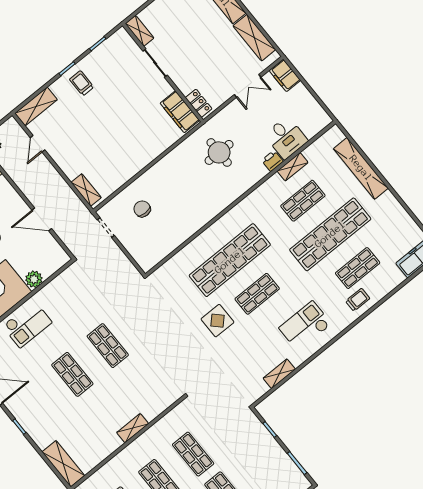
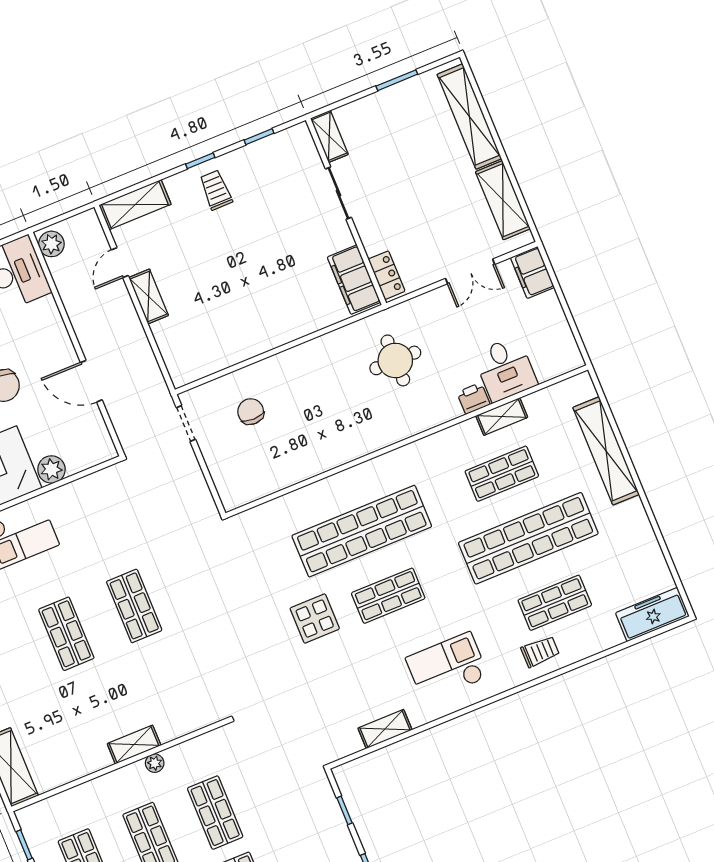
shelving: (86, 190) -> (149, 296), moved
plant: (148, 436) -> (155, 763), added

